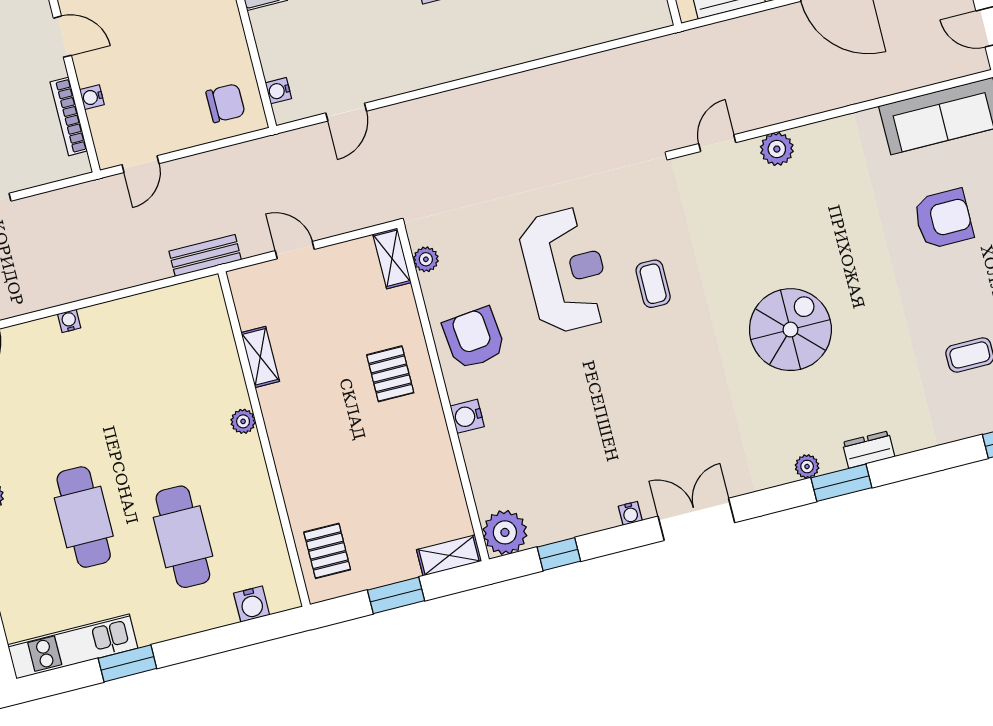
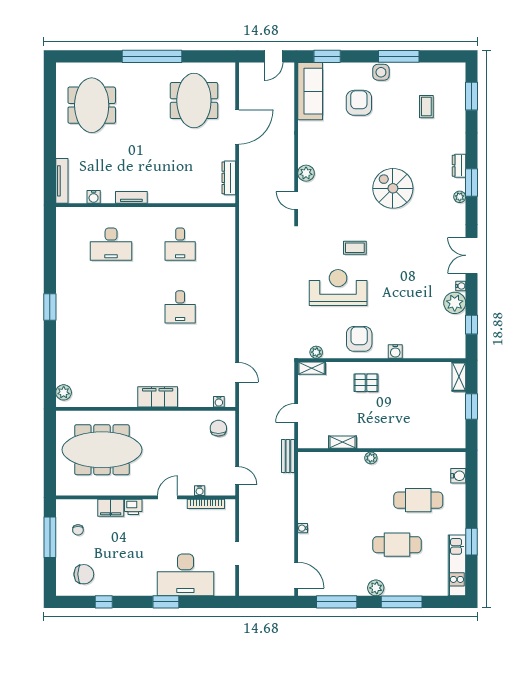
armchair: (474, 338) -> (359, 339), turned 96
plant: (505, 532) -> (455, 303), moved
pallet: (327, 551) -> (442, 434), removed

